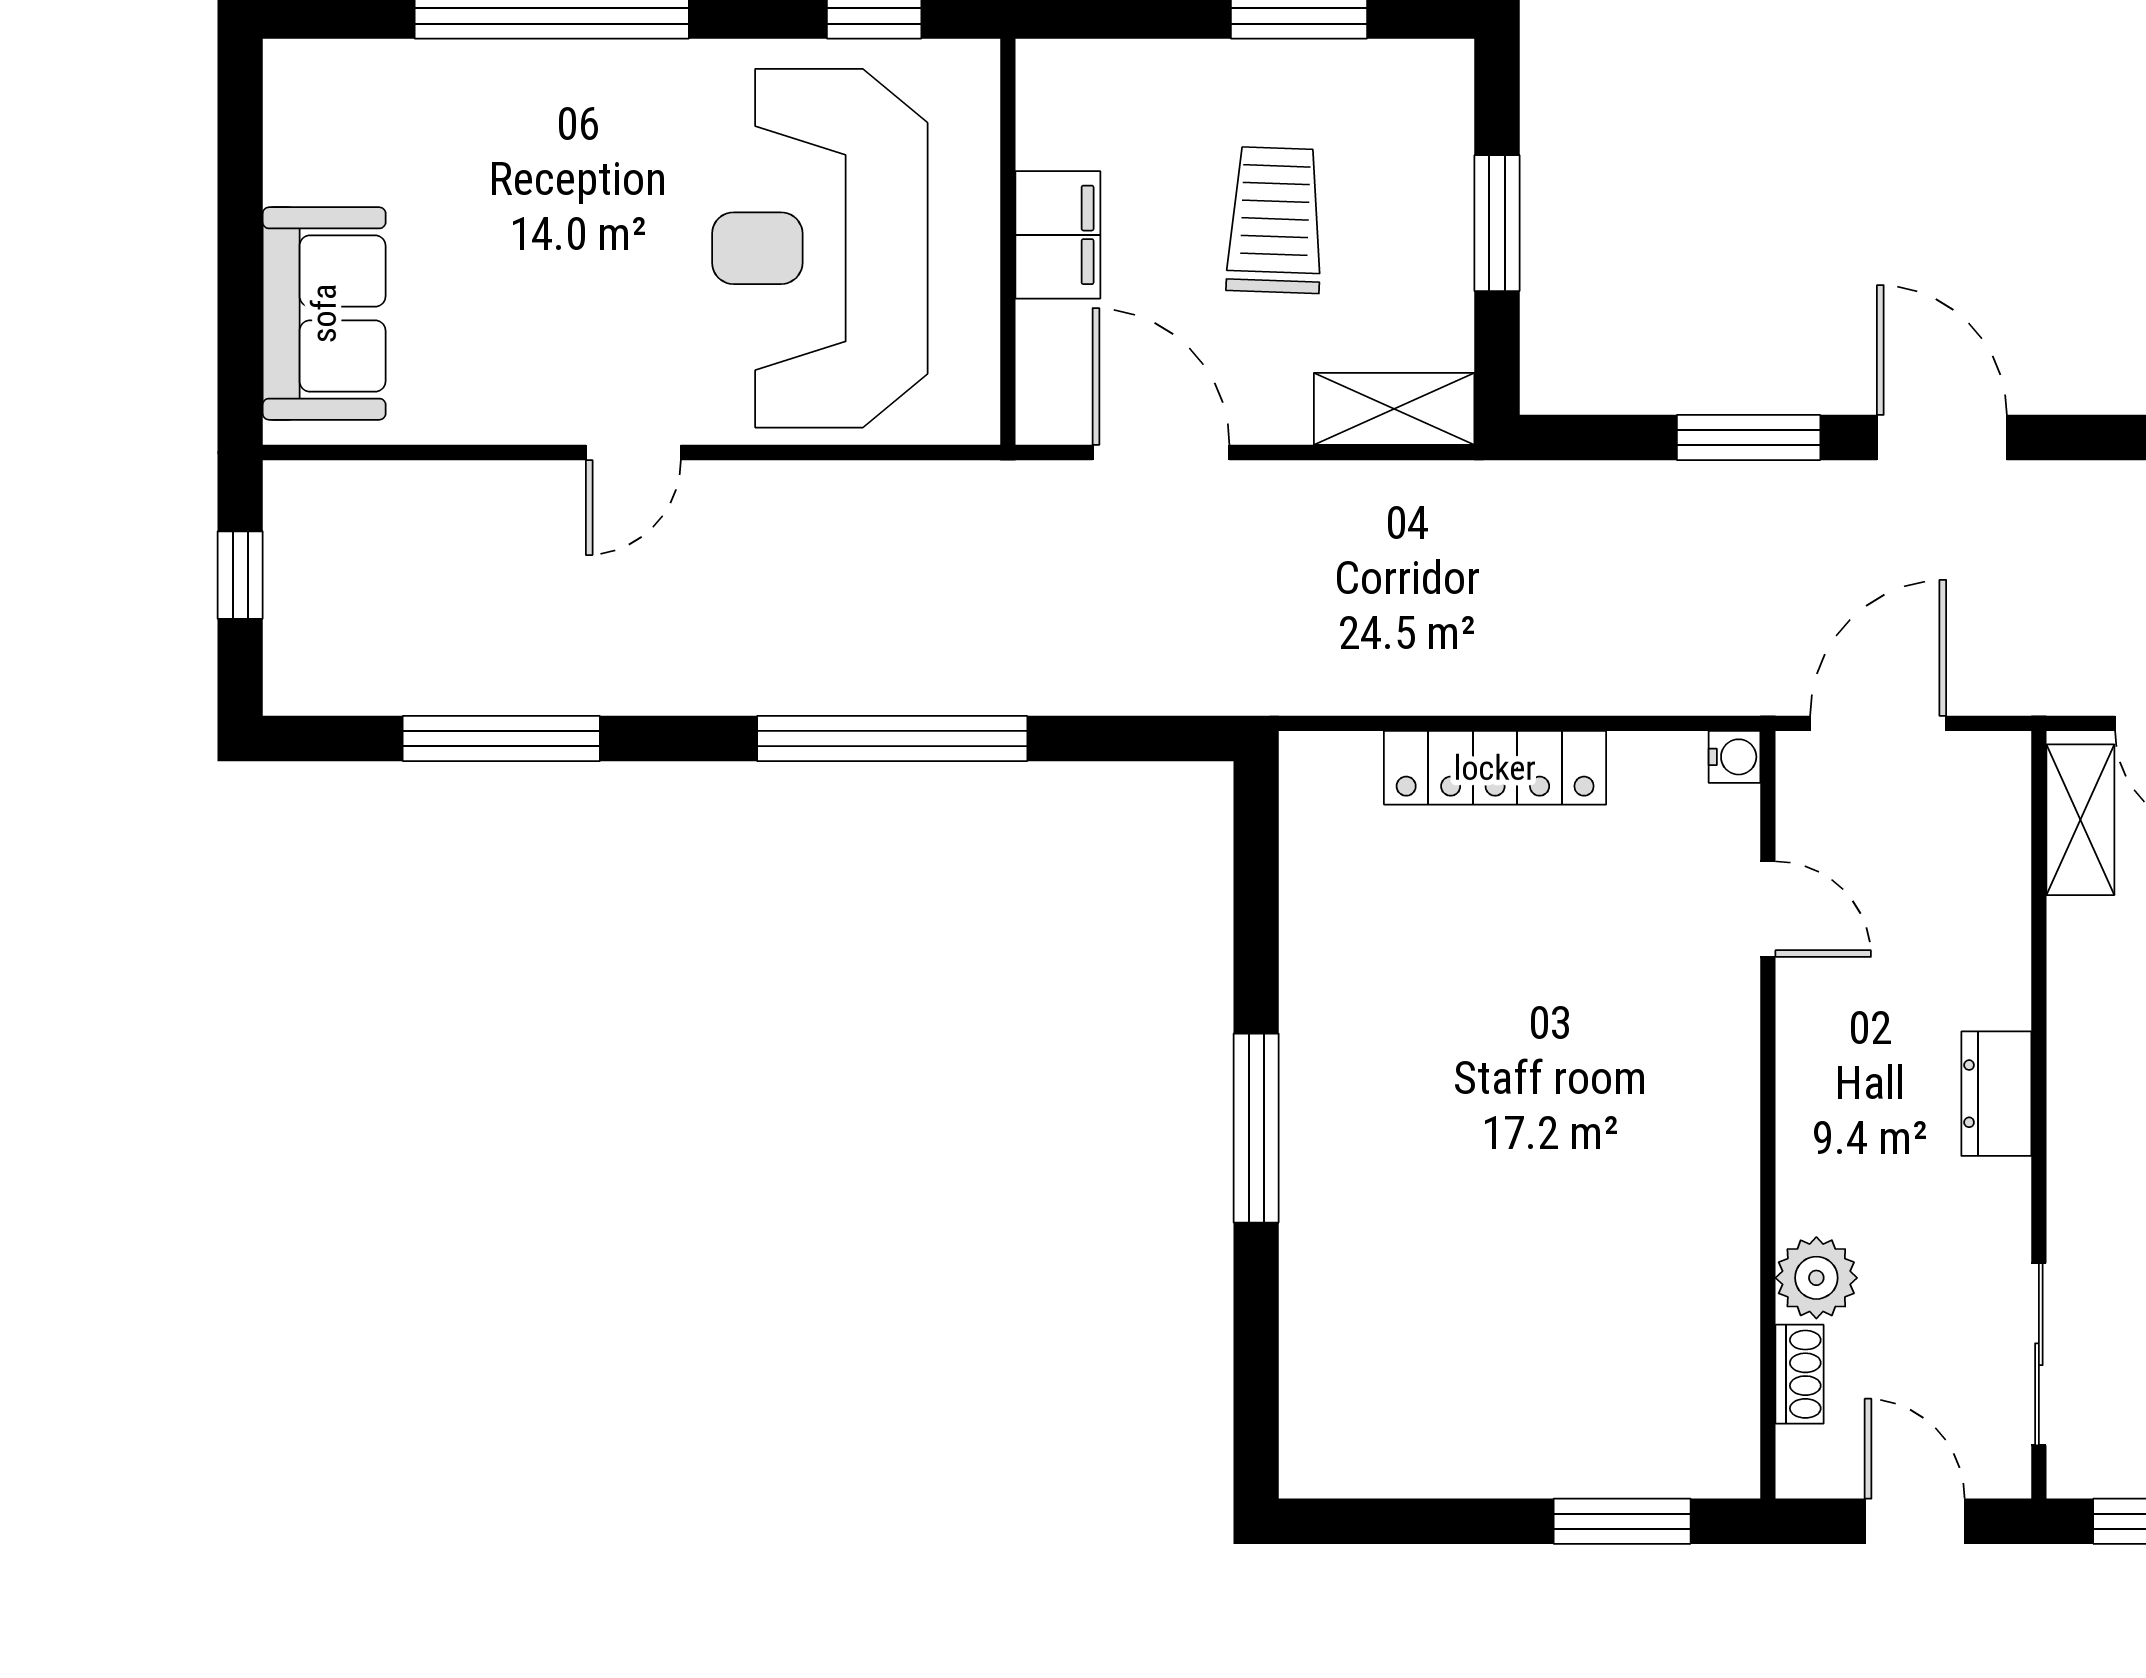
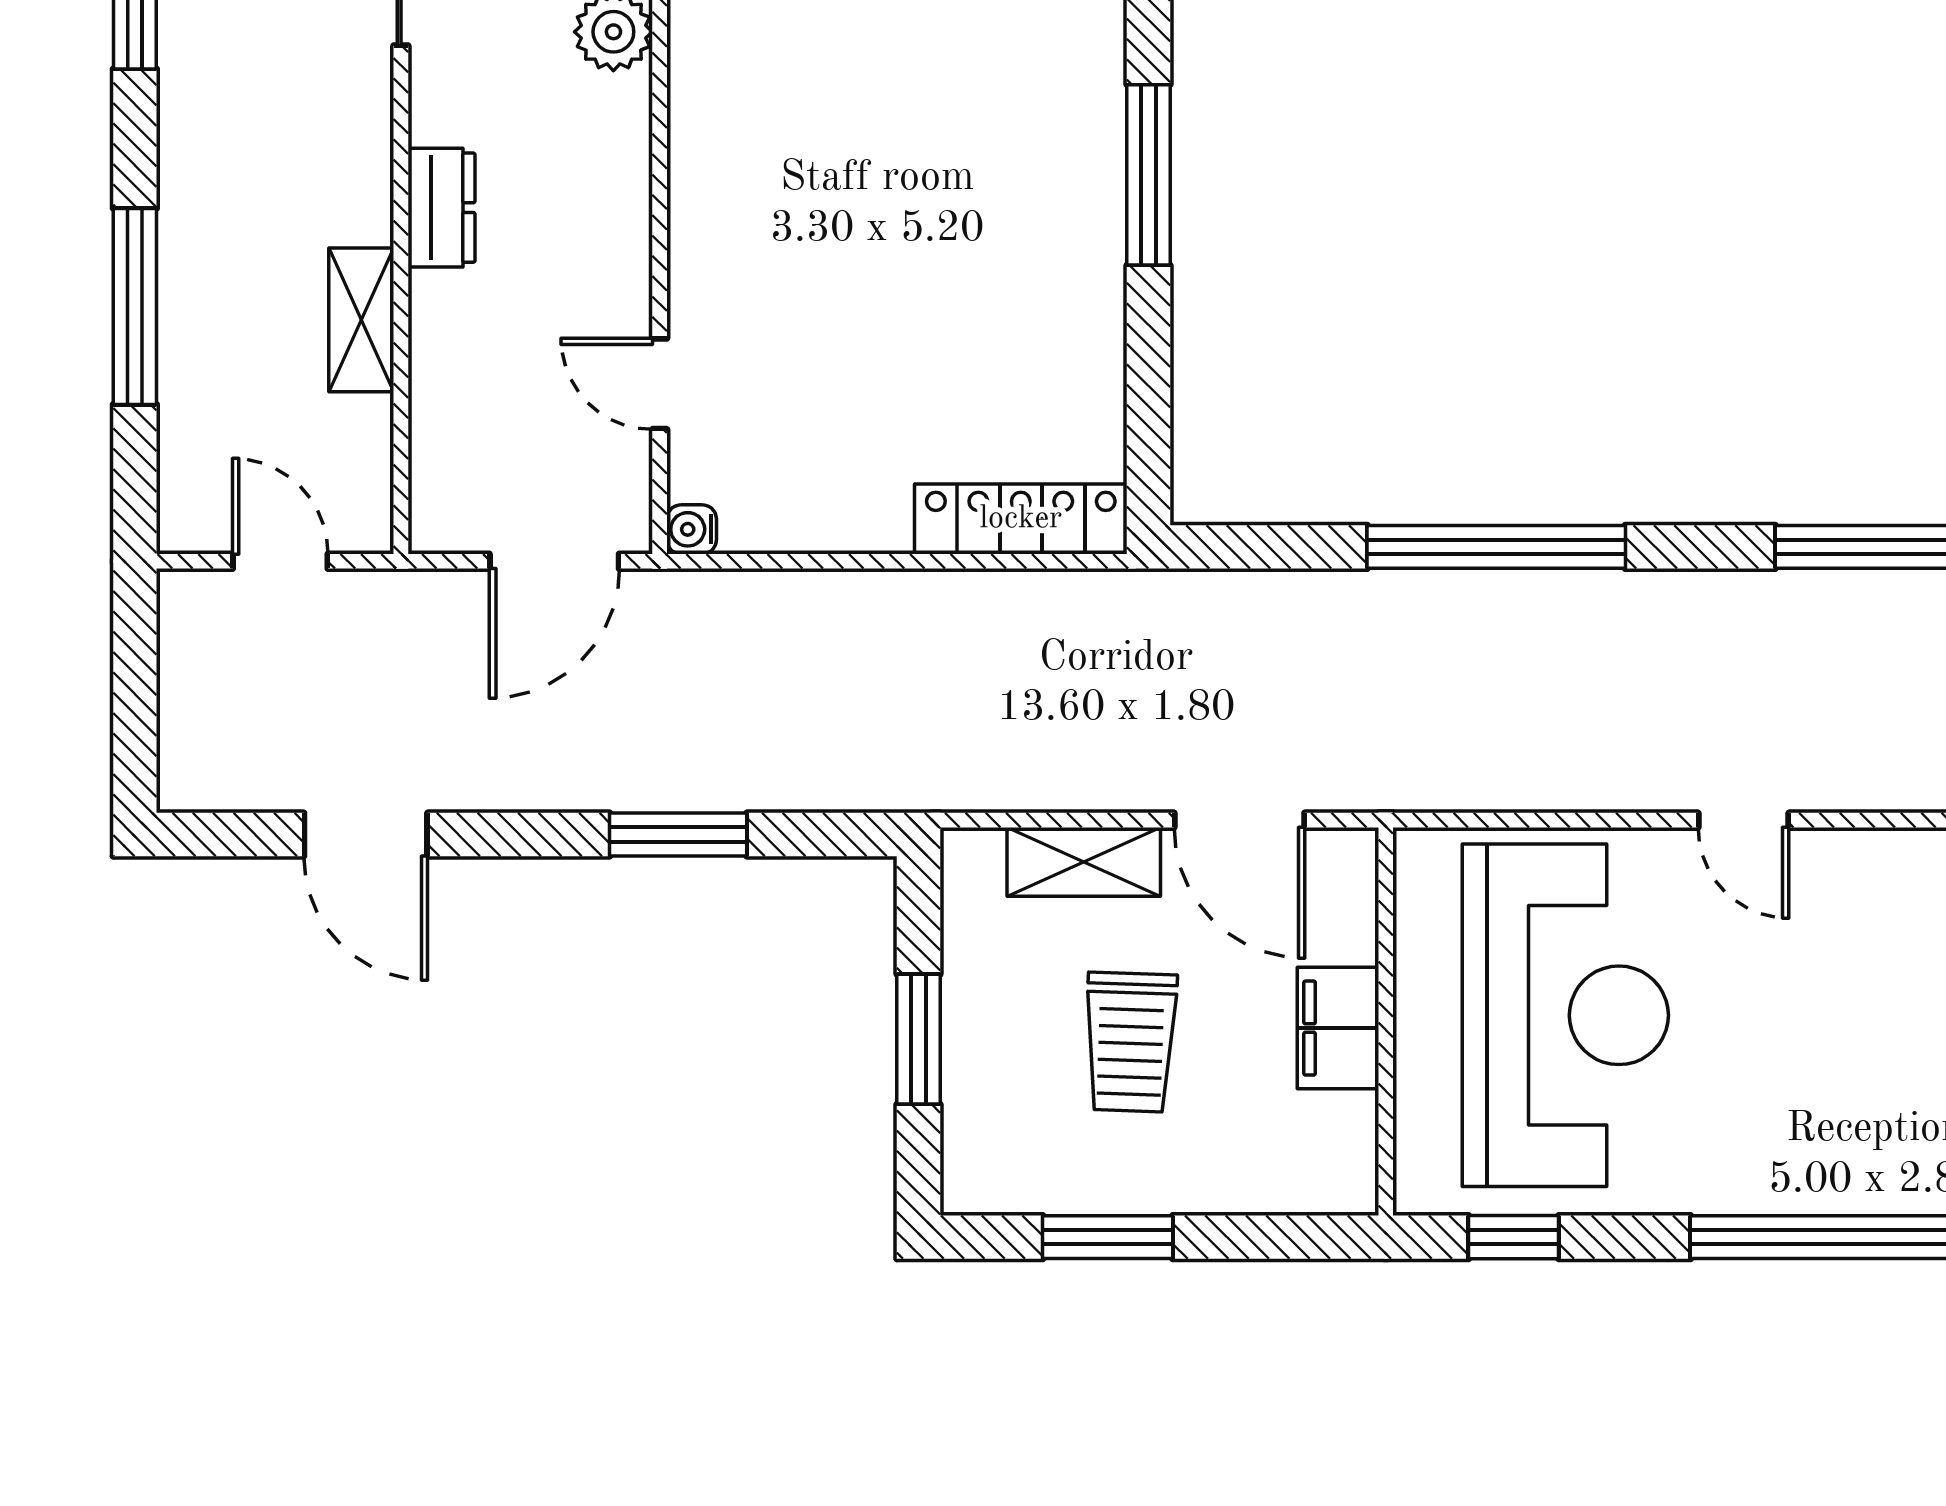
shelving: (1394, 409) -> (1084, 862), moved
door: (1942, 437) -> (366, 834), moved
door: (633, 453) -> (1743, 820), swing flipped
locker: (1495, 768) -> (1021, 519), moved
shelving: (2080, 820) -> (361, 320), moved

